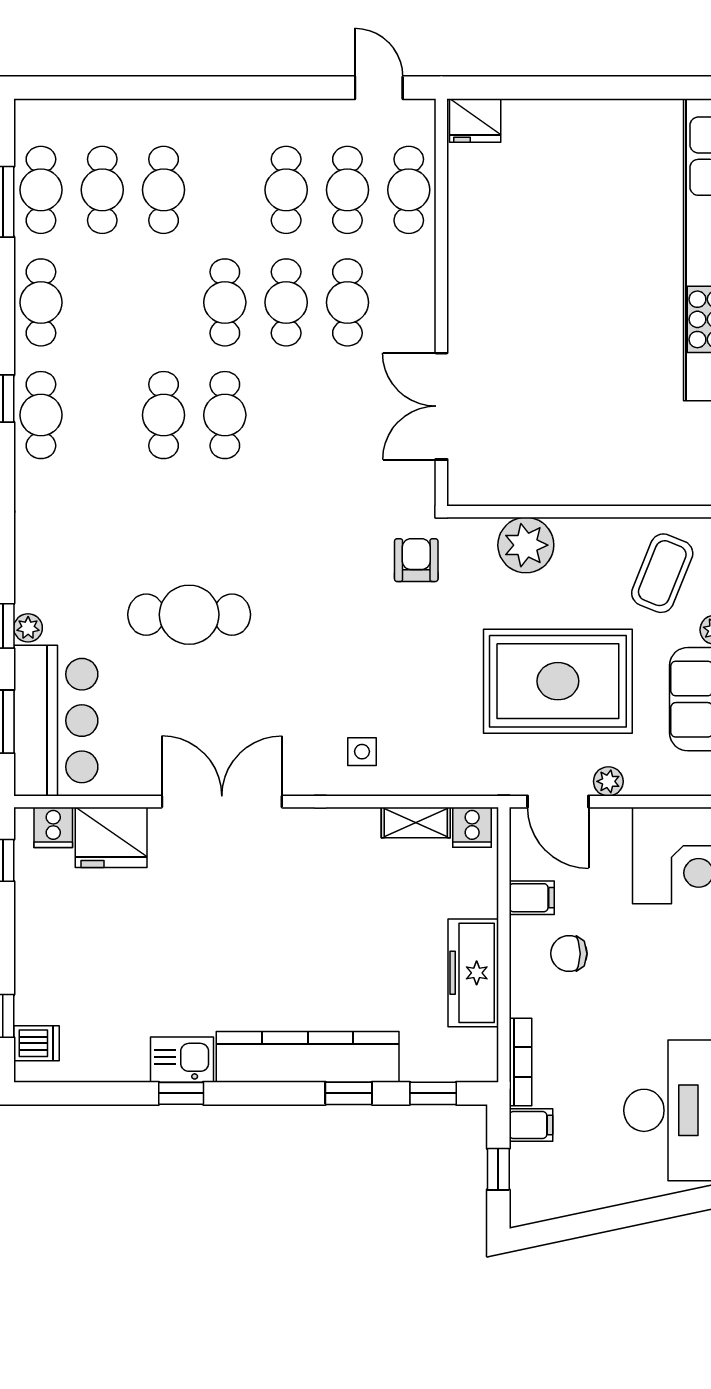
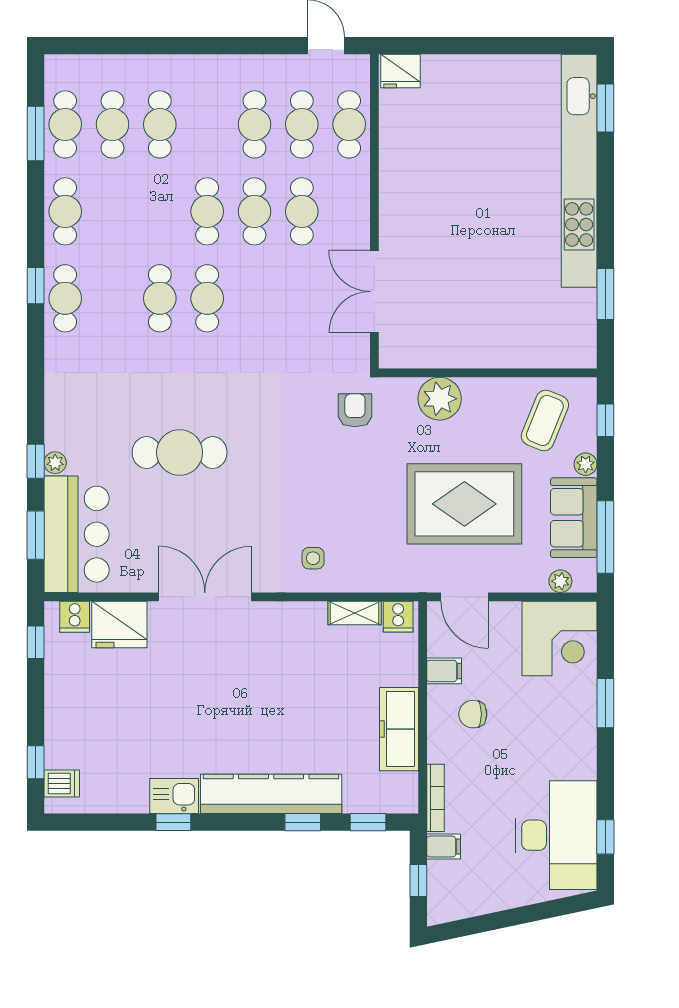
plant: (608, 781) -> (560, 581), moved

